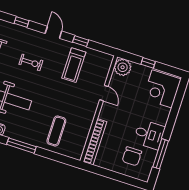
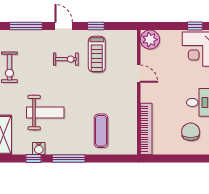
window: (22, 22) -> (26, 26), width x2.17
exercise bike: (31, 62) -> (66, 59), moved
window: (148, 63) -> (195, 26), moved
chair: (132, 156) -> (191, 132), turned 180

